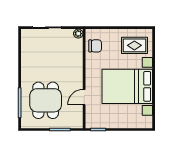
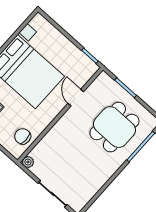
door: (84, 97) -> (76, 98), swing flipped

